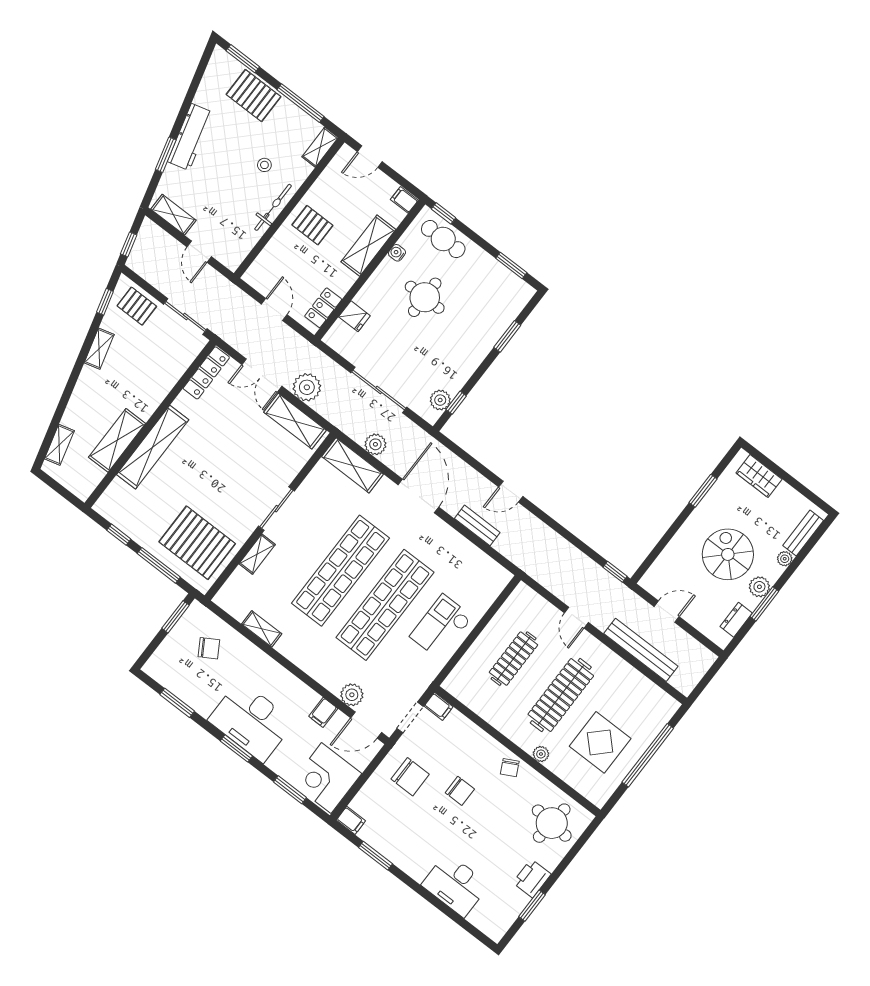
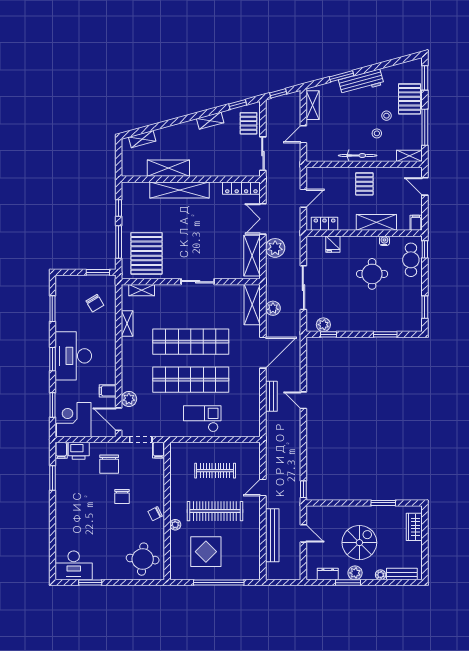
stool: (252, 138) -> (386, 116), added
shelving: (257, 554) -> (142, 290), moved
printer: (532, 878) -> (79, 451), moved, turned 180
desk: (455, 885) -> (74, 565), moved, turned -90

